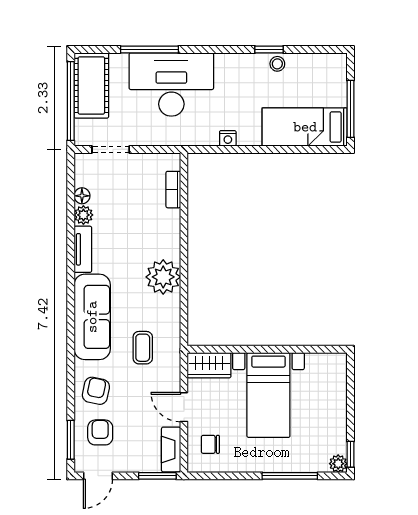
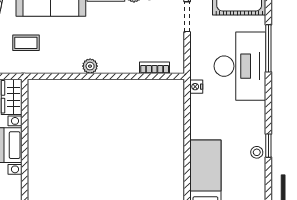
nightstand: (228, 138) -> (196, 87), moved
plant: (163, 277) -> (90, 66), width x0.53, depth x0.53

